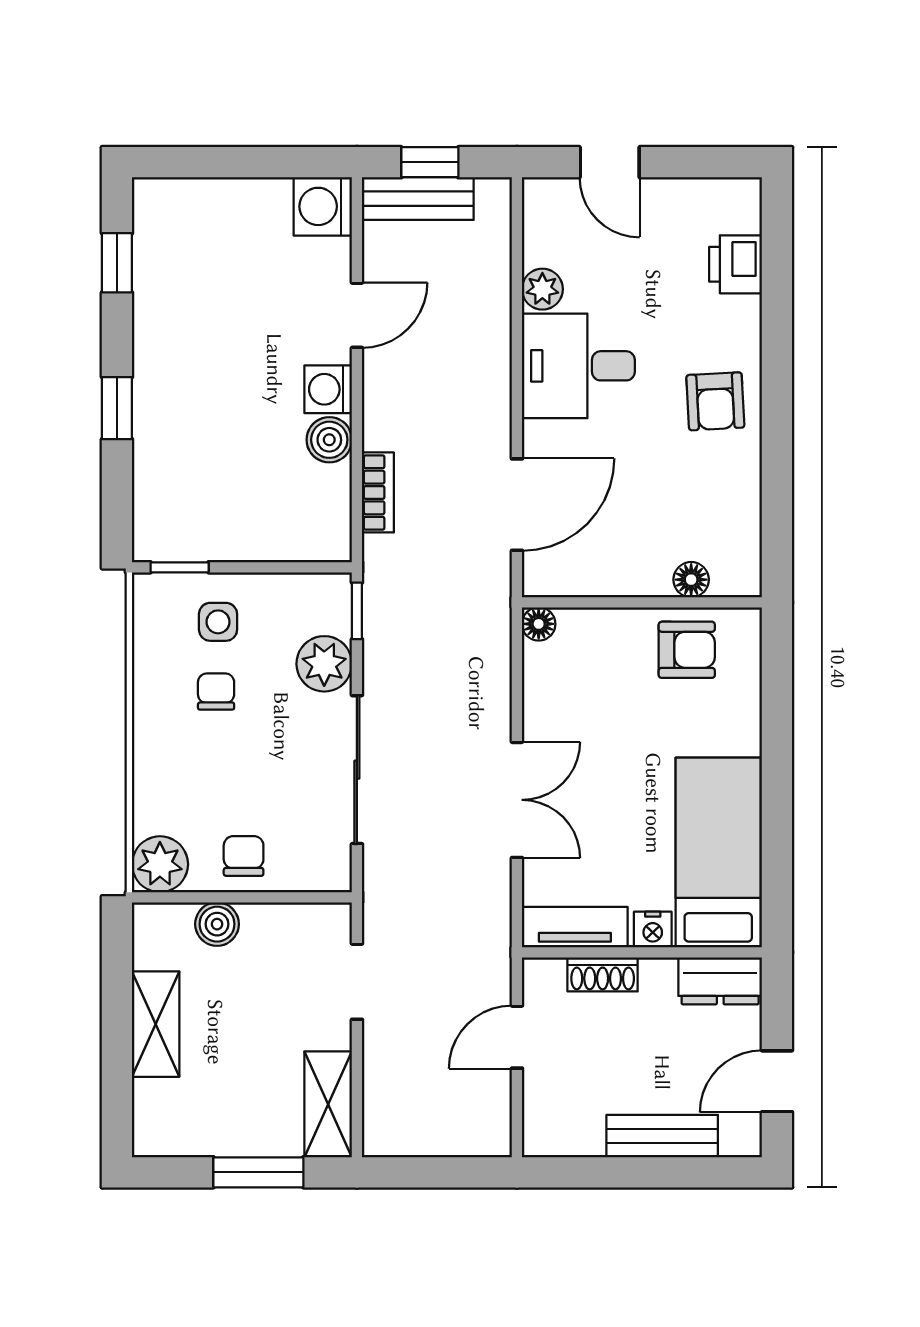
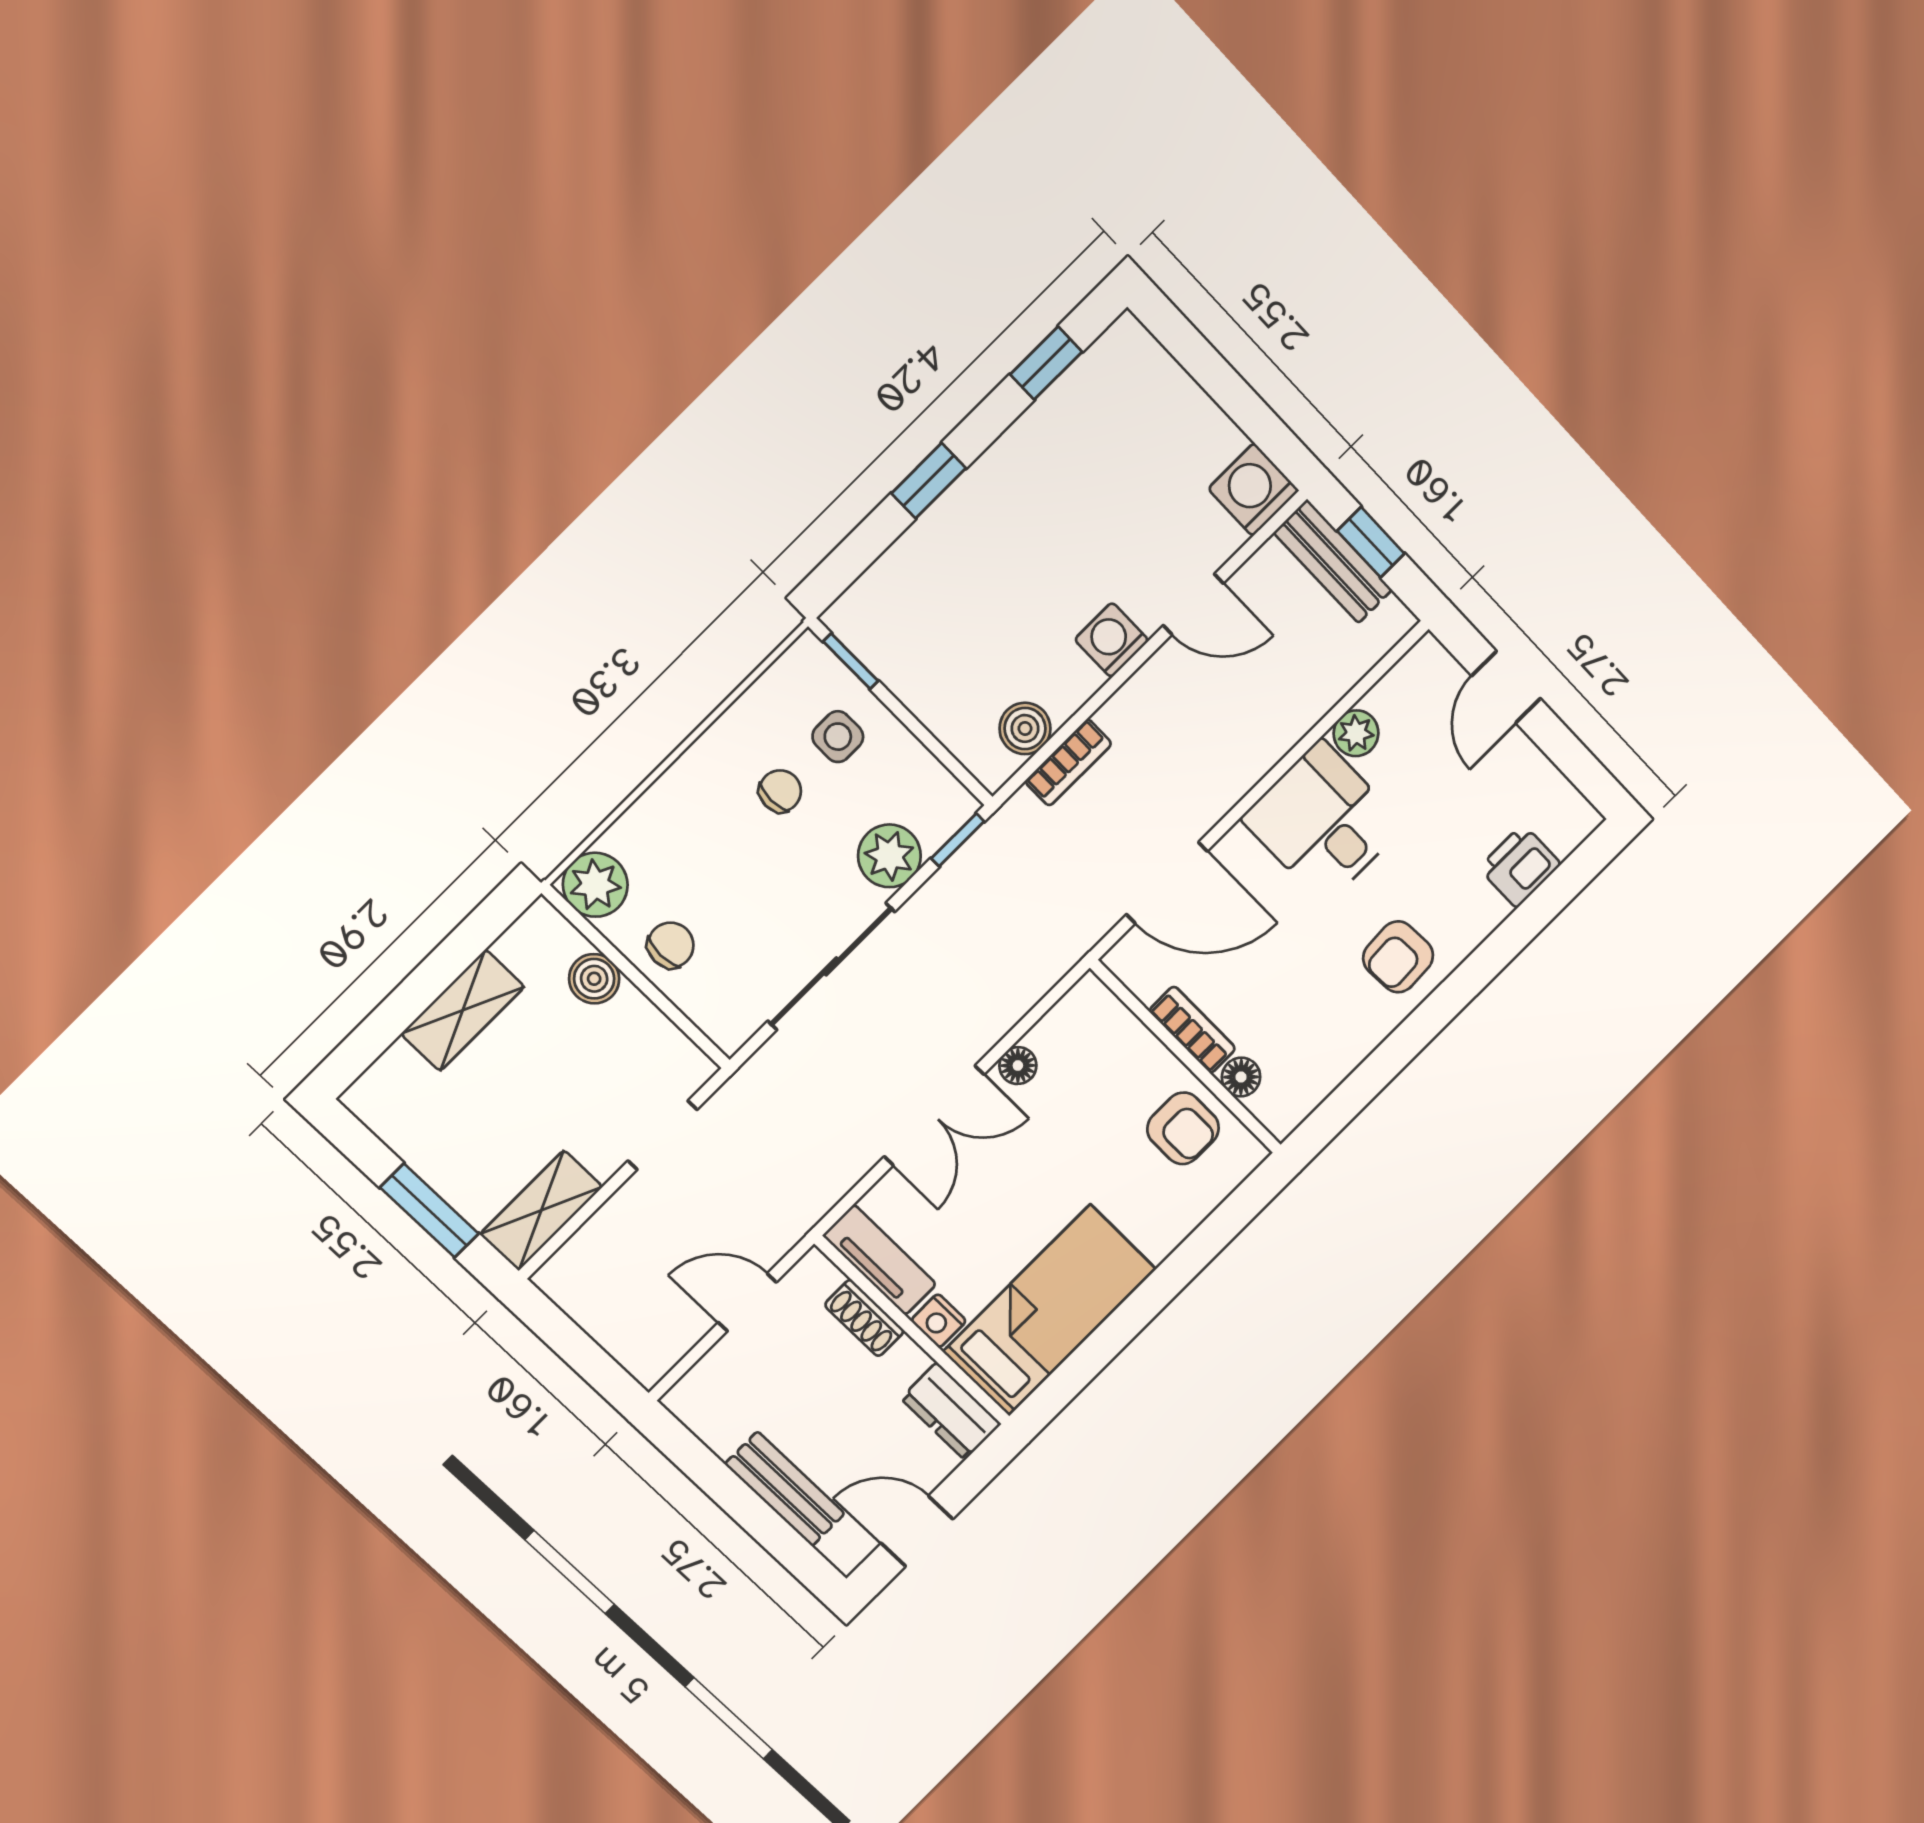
boiler: (329, 440) -> (1025, 728), moved
bookcase: (628, 581) -> (1192, 1030), added
floor lamp: (539, 624) -> (1018, 1066), moved

